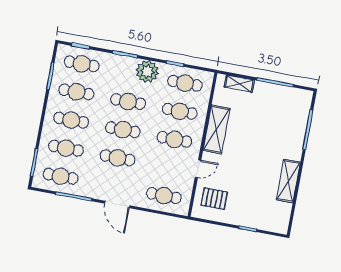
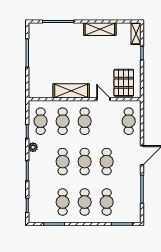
cafe table: (82, 64) -> (41, 202), removed
plant: (147, 72) -> (33, 147), width x0.53, depth x0.53
shelving: (239, 84) -> (136, 34), moved
cafe table: (61, 176) -> (129, 202), removed
pallet: (214, 199) -> (124, 83), width x1.50, depth x1.42

